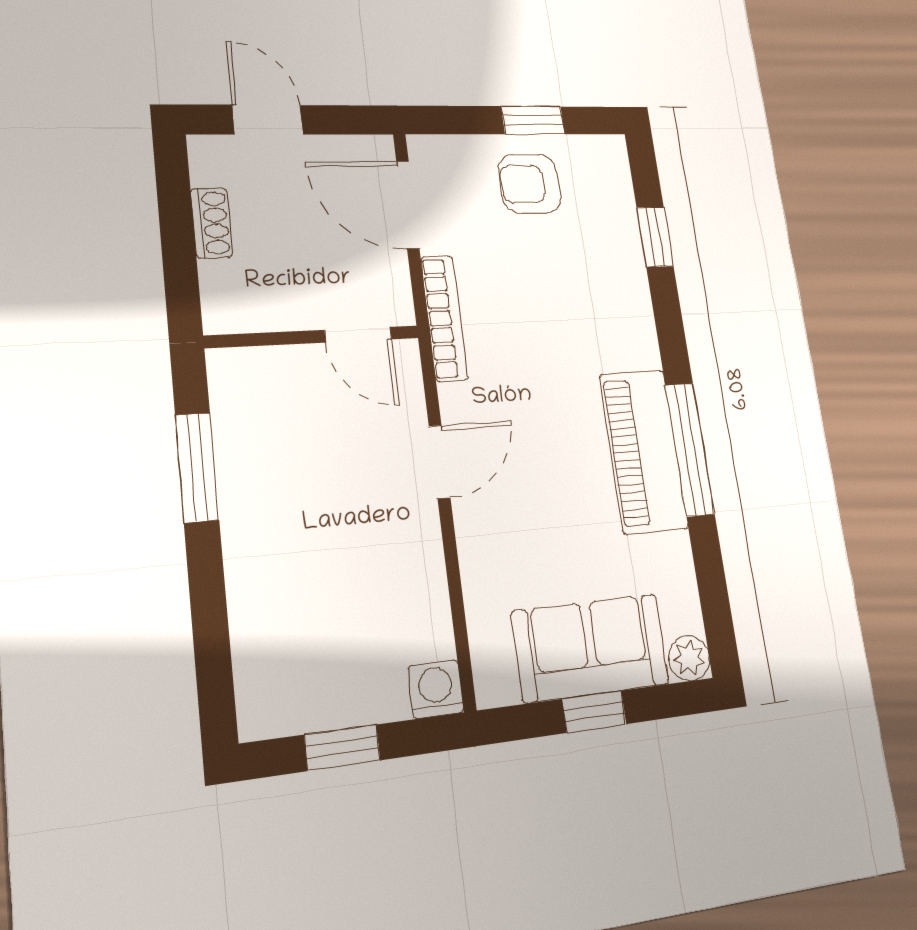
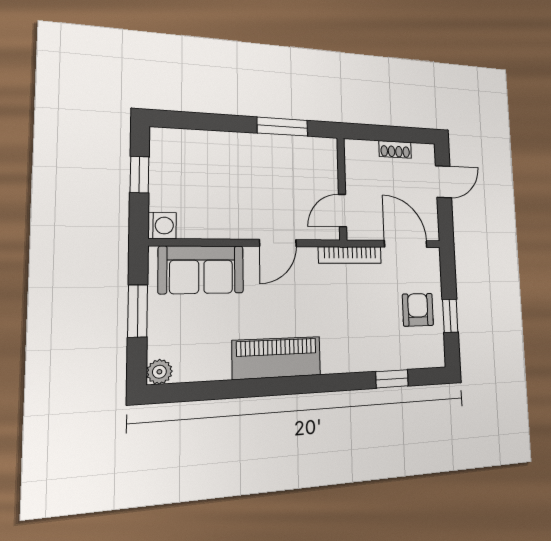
door: (408, 205) -> (406, 244), hinge flipped
window: (690, 449) -> (276, 386), removed
door: (440, 462) -> (278, 243), hinge flipped
sofa: (591, 648) -> (201, 270), moved, turned 90
window: (594, 711) -> (138, 311), width x1.50

